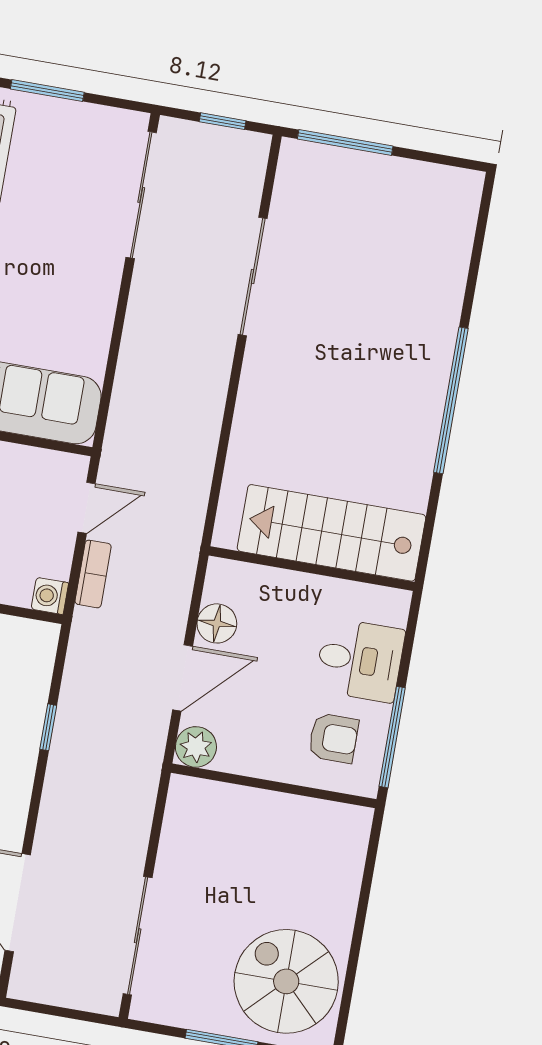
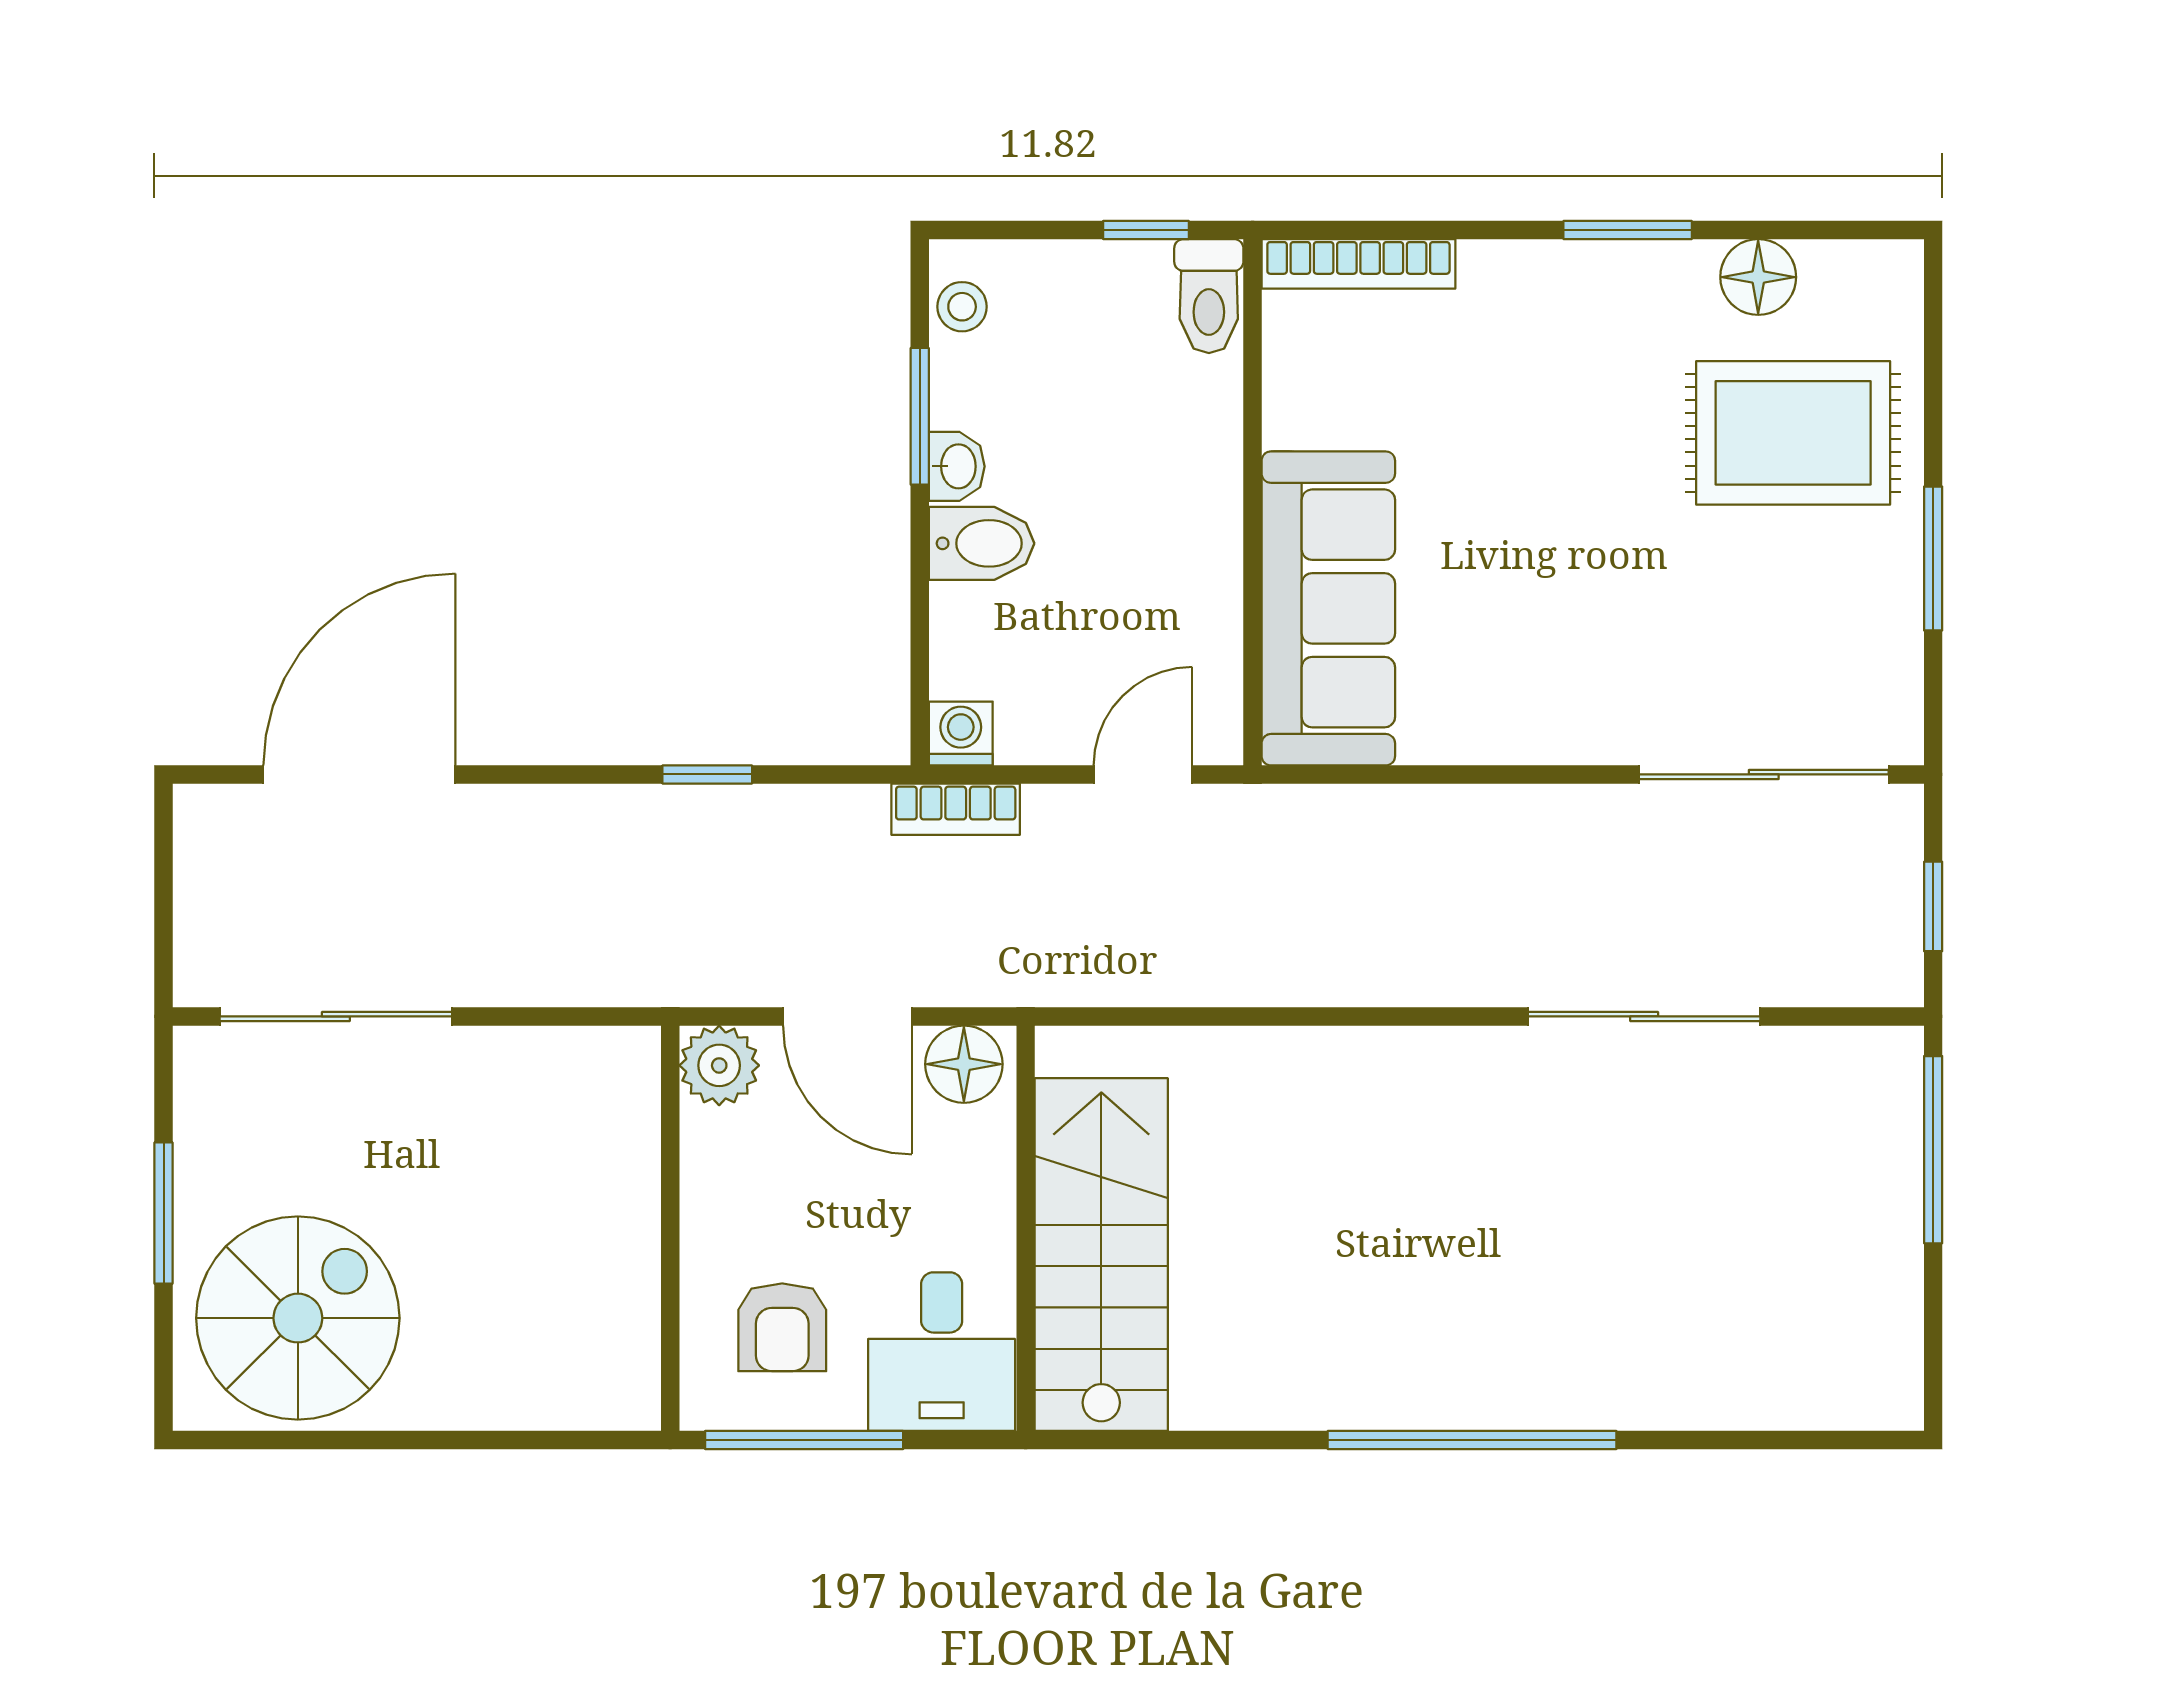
door: (87, 508) -> (1143, 774), swing flipped
stairs: (331, 533) -> (1101, 1255), moved
wall: (312, 569) -> (1026, 1228), moved
bookcase: (93, 574) -> (956, 809), moved

